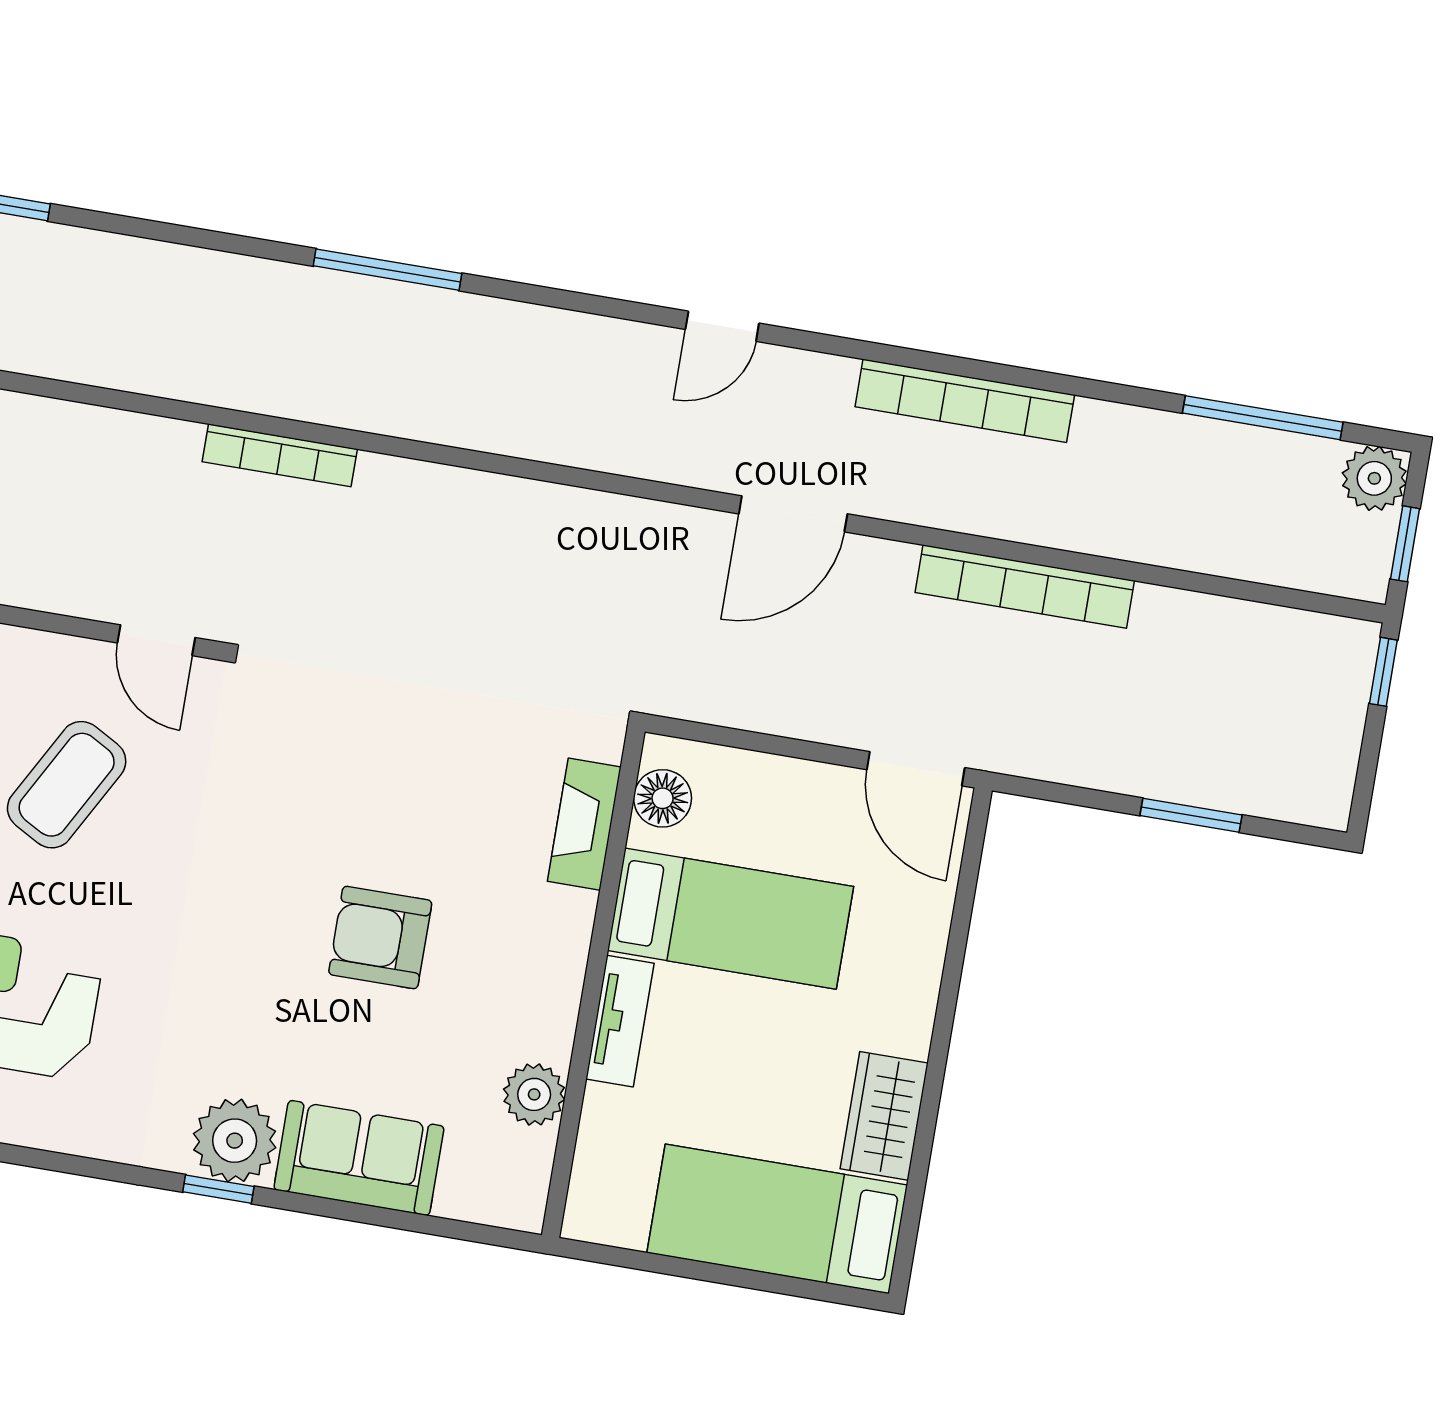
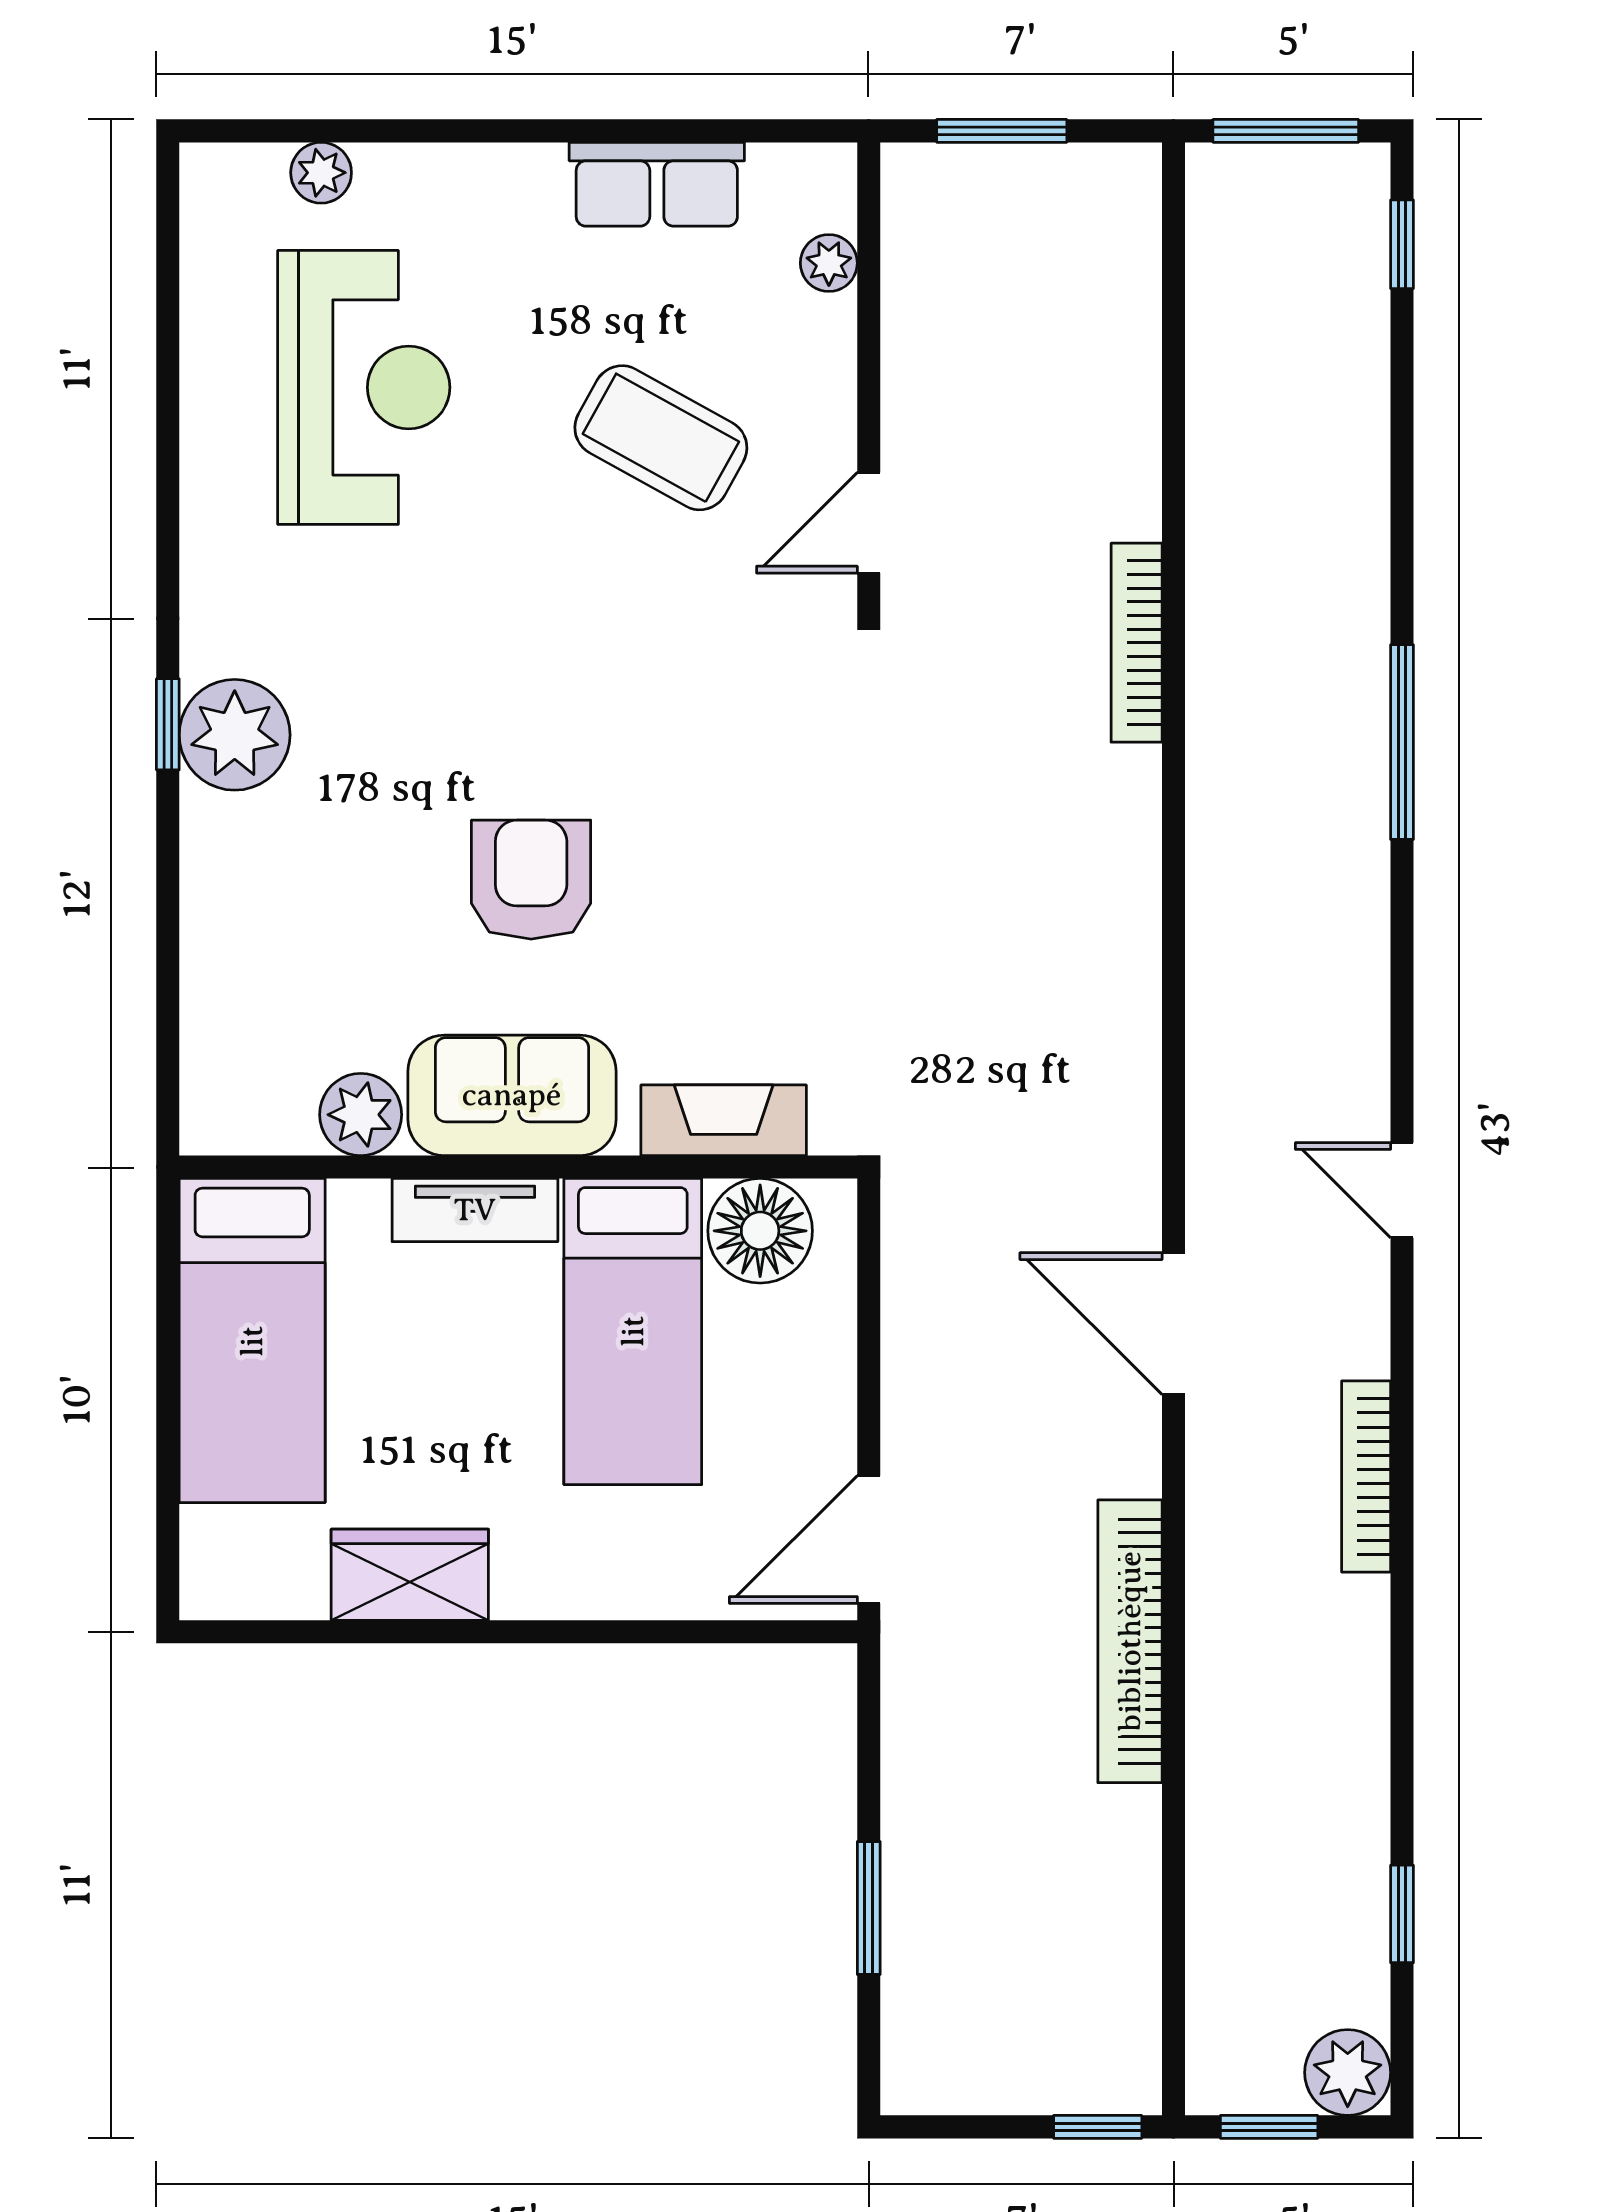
bookcase: (965, 401) -> (1366, 1477), width x0.68, depth x0.76
window: (1263, 418) -> (1402, 1914), width x0.46
floor lamp: (663, 798) -> (760, 1231), width x1.38, depth x1.38
sofa: (359, 1158) -> (512, 1095), moved, turned -90
bed: (777, 1219) -> (252, 1341), moved, turned 180

